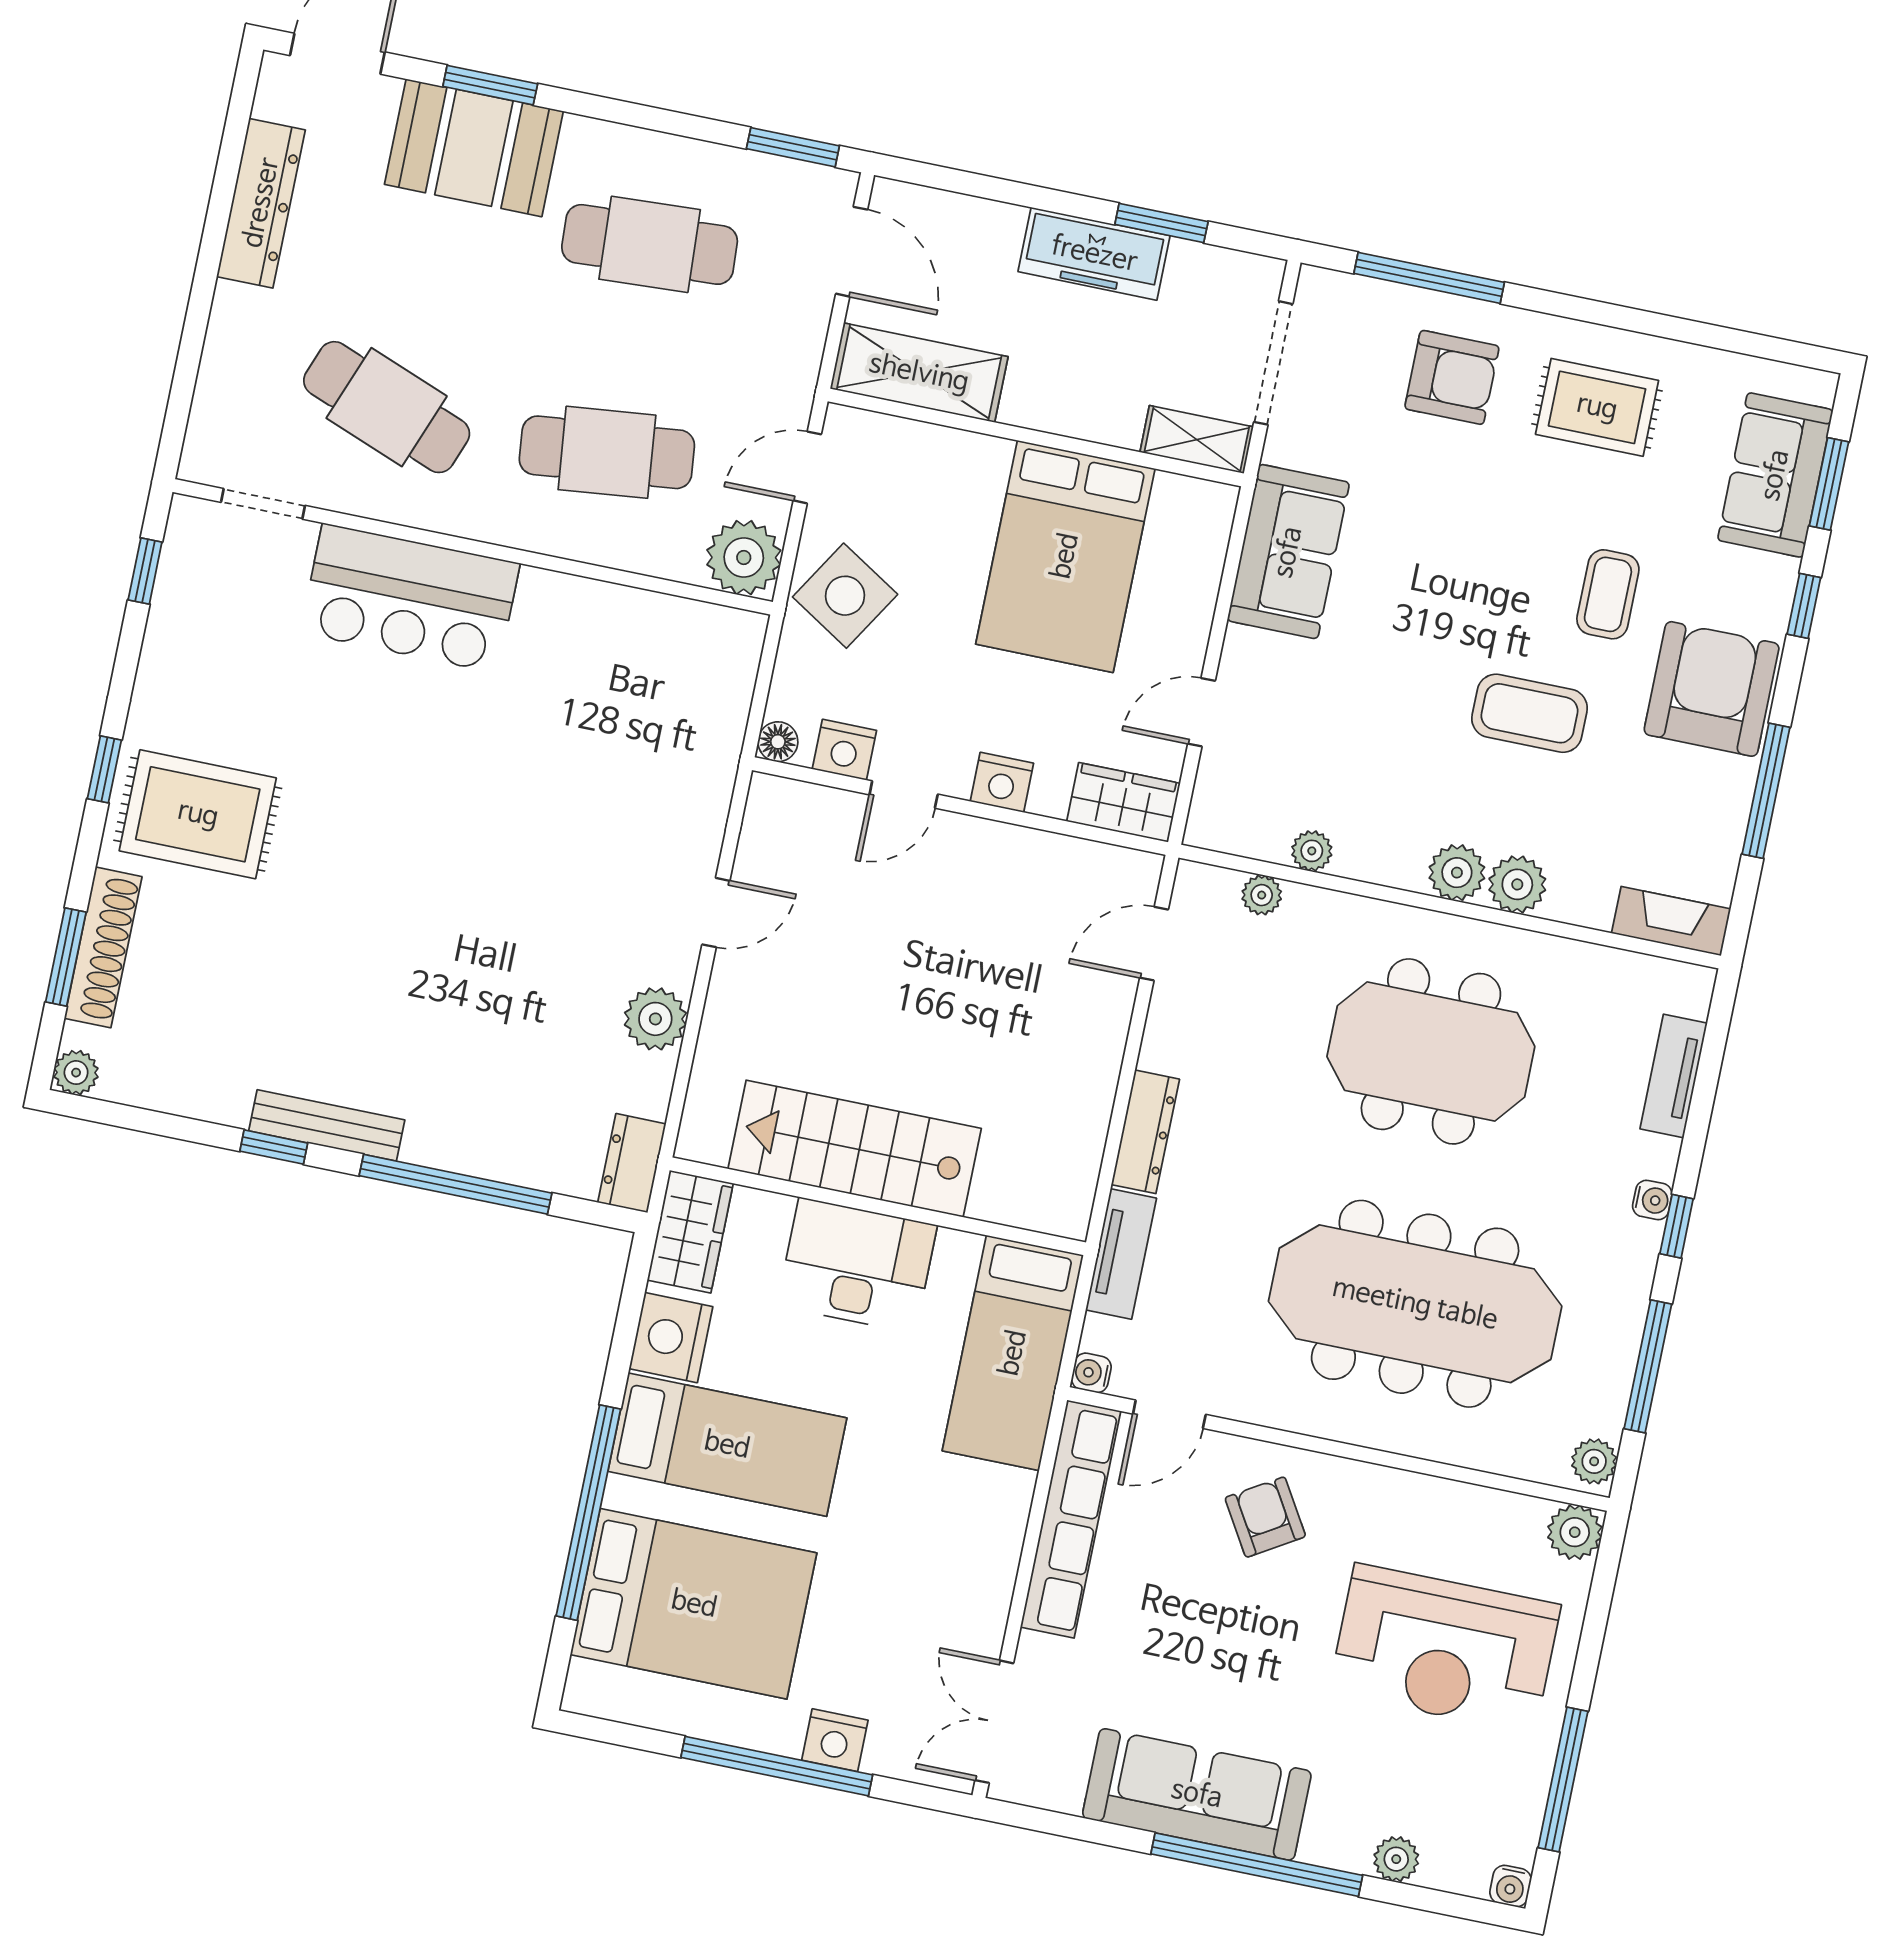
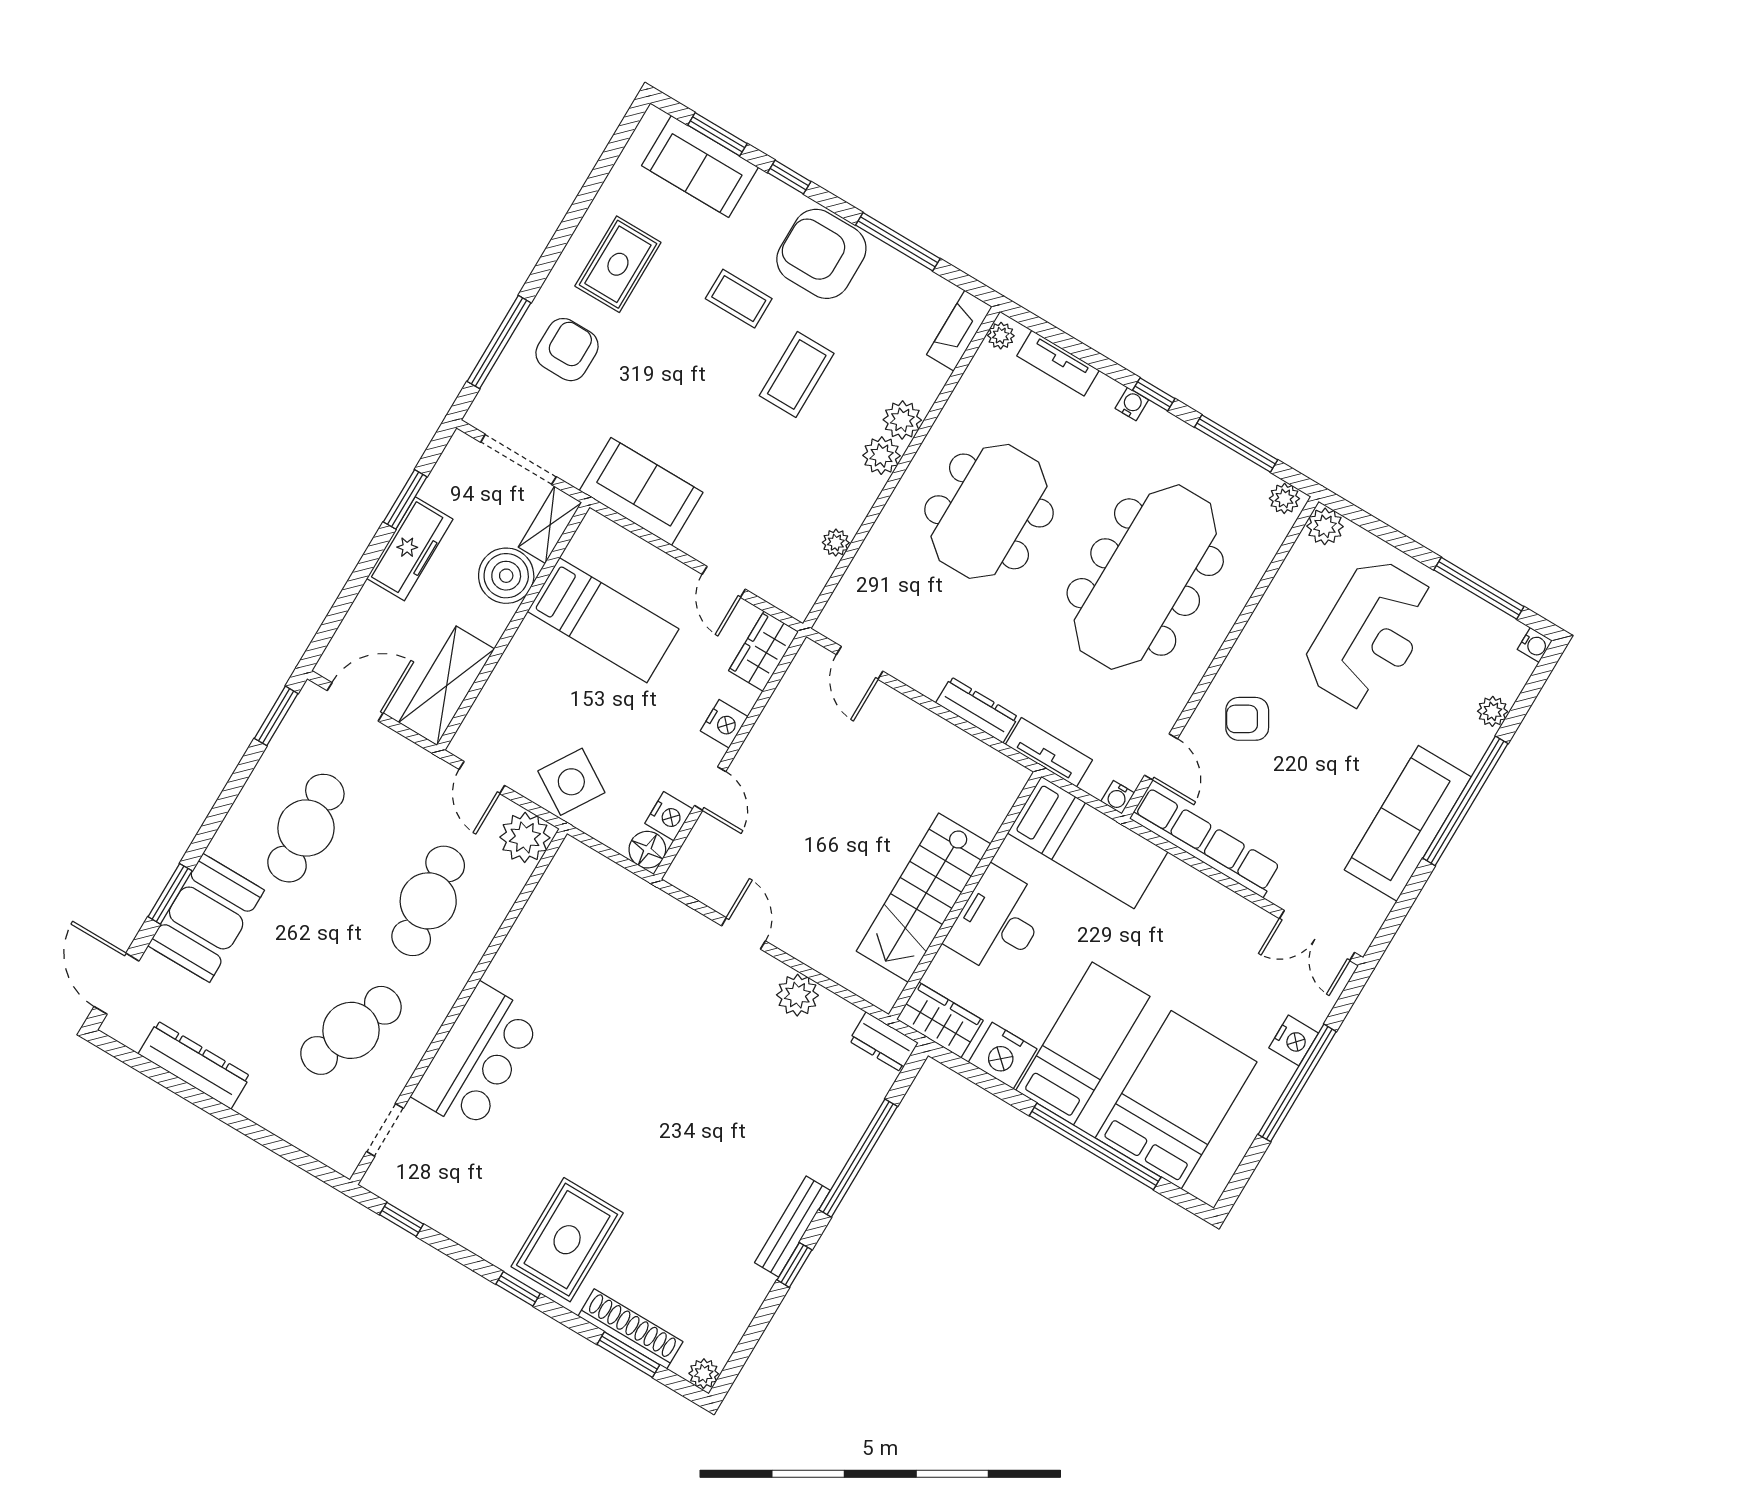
boiler: (1103, 403) -> (506, 576), added
bed: (1065, 556) -> (603, 620), width x0.67
floor lamp: (778, 742) -> (647, 850), width x1.37, depth x1.37
plant: (1262, 895) -> (1001, 336), moved

